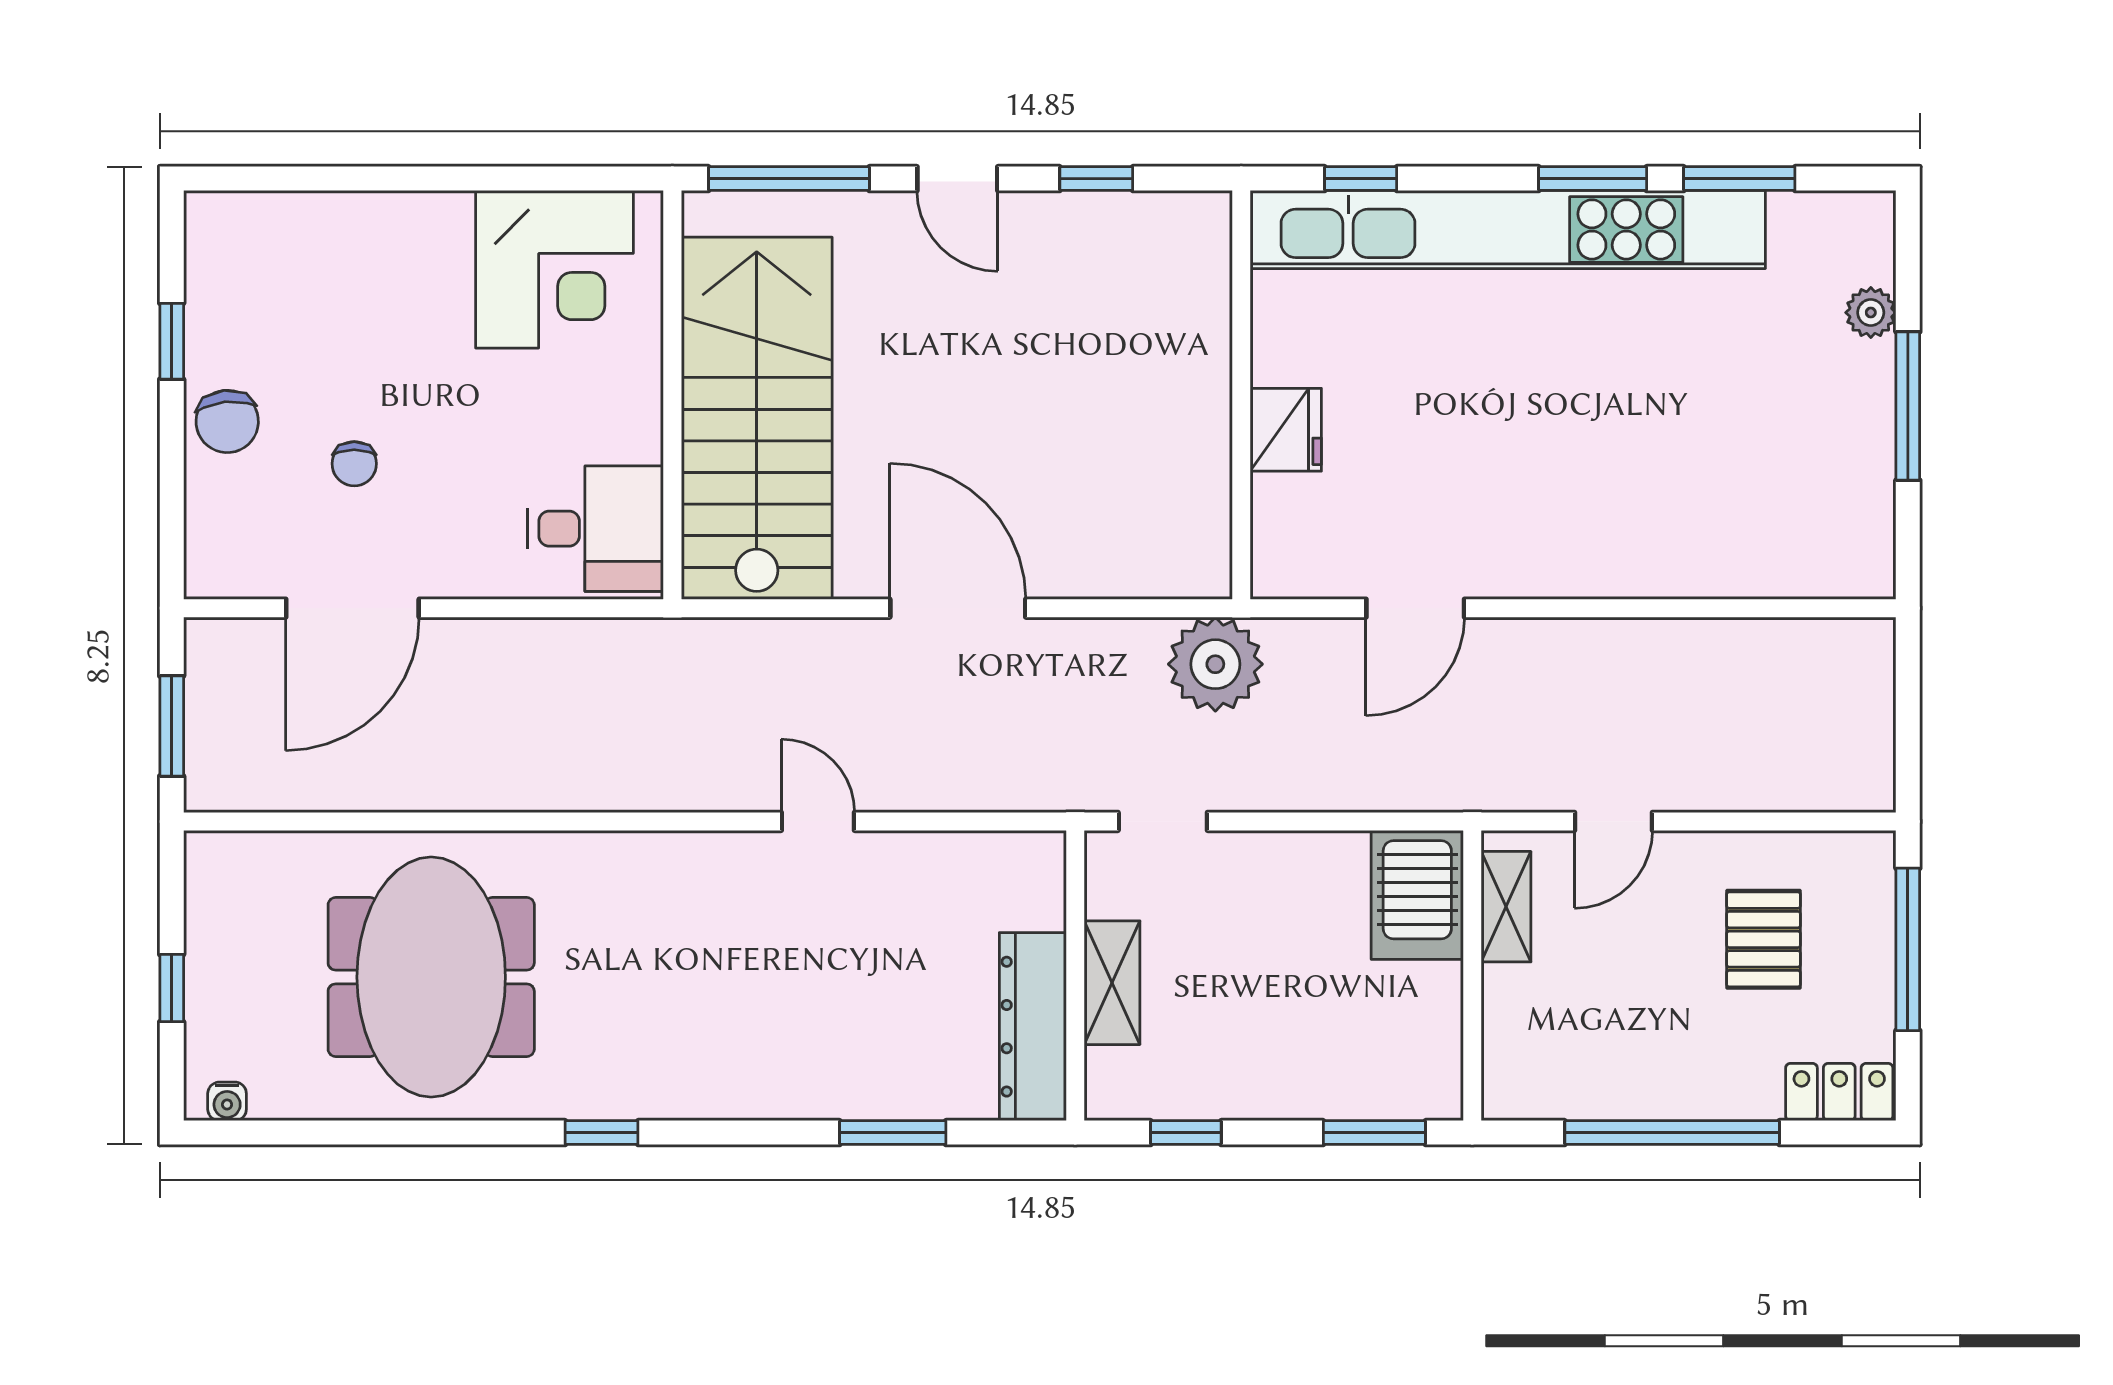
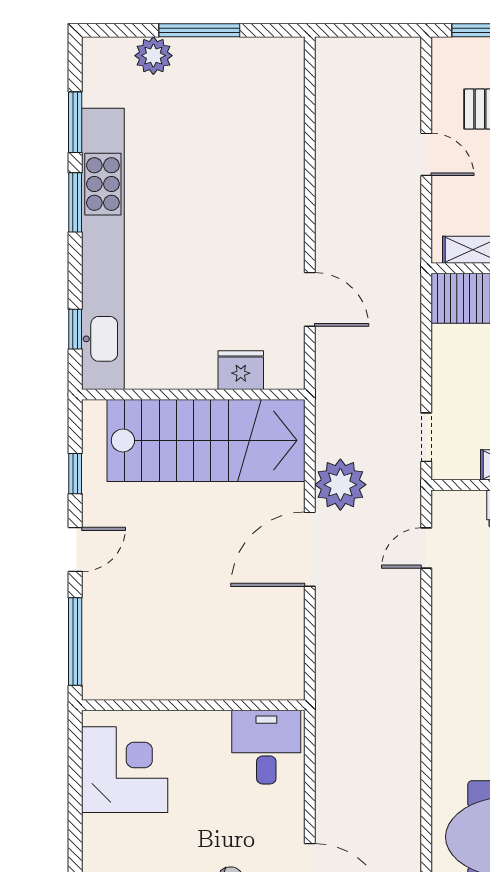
plant: (1871, 313) -> (153, 56), width x1.38, depth x1.38
stairs: (757, 418) -> (206, 440), moved, turned 180
fridge: (1286, 430) -> (241, 370), moved
plant: (1215, 664) -> (340, 485), moved
door: (818, 821) -> (426, 548), moved
door: (1613, 821) -> (426, 154), moved

